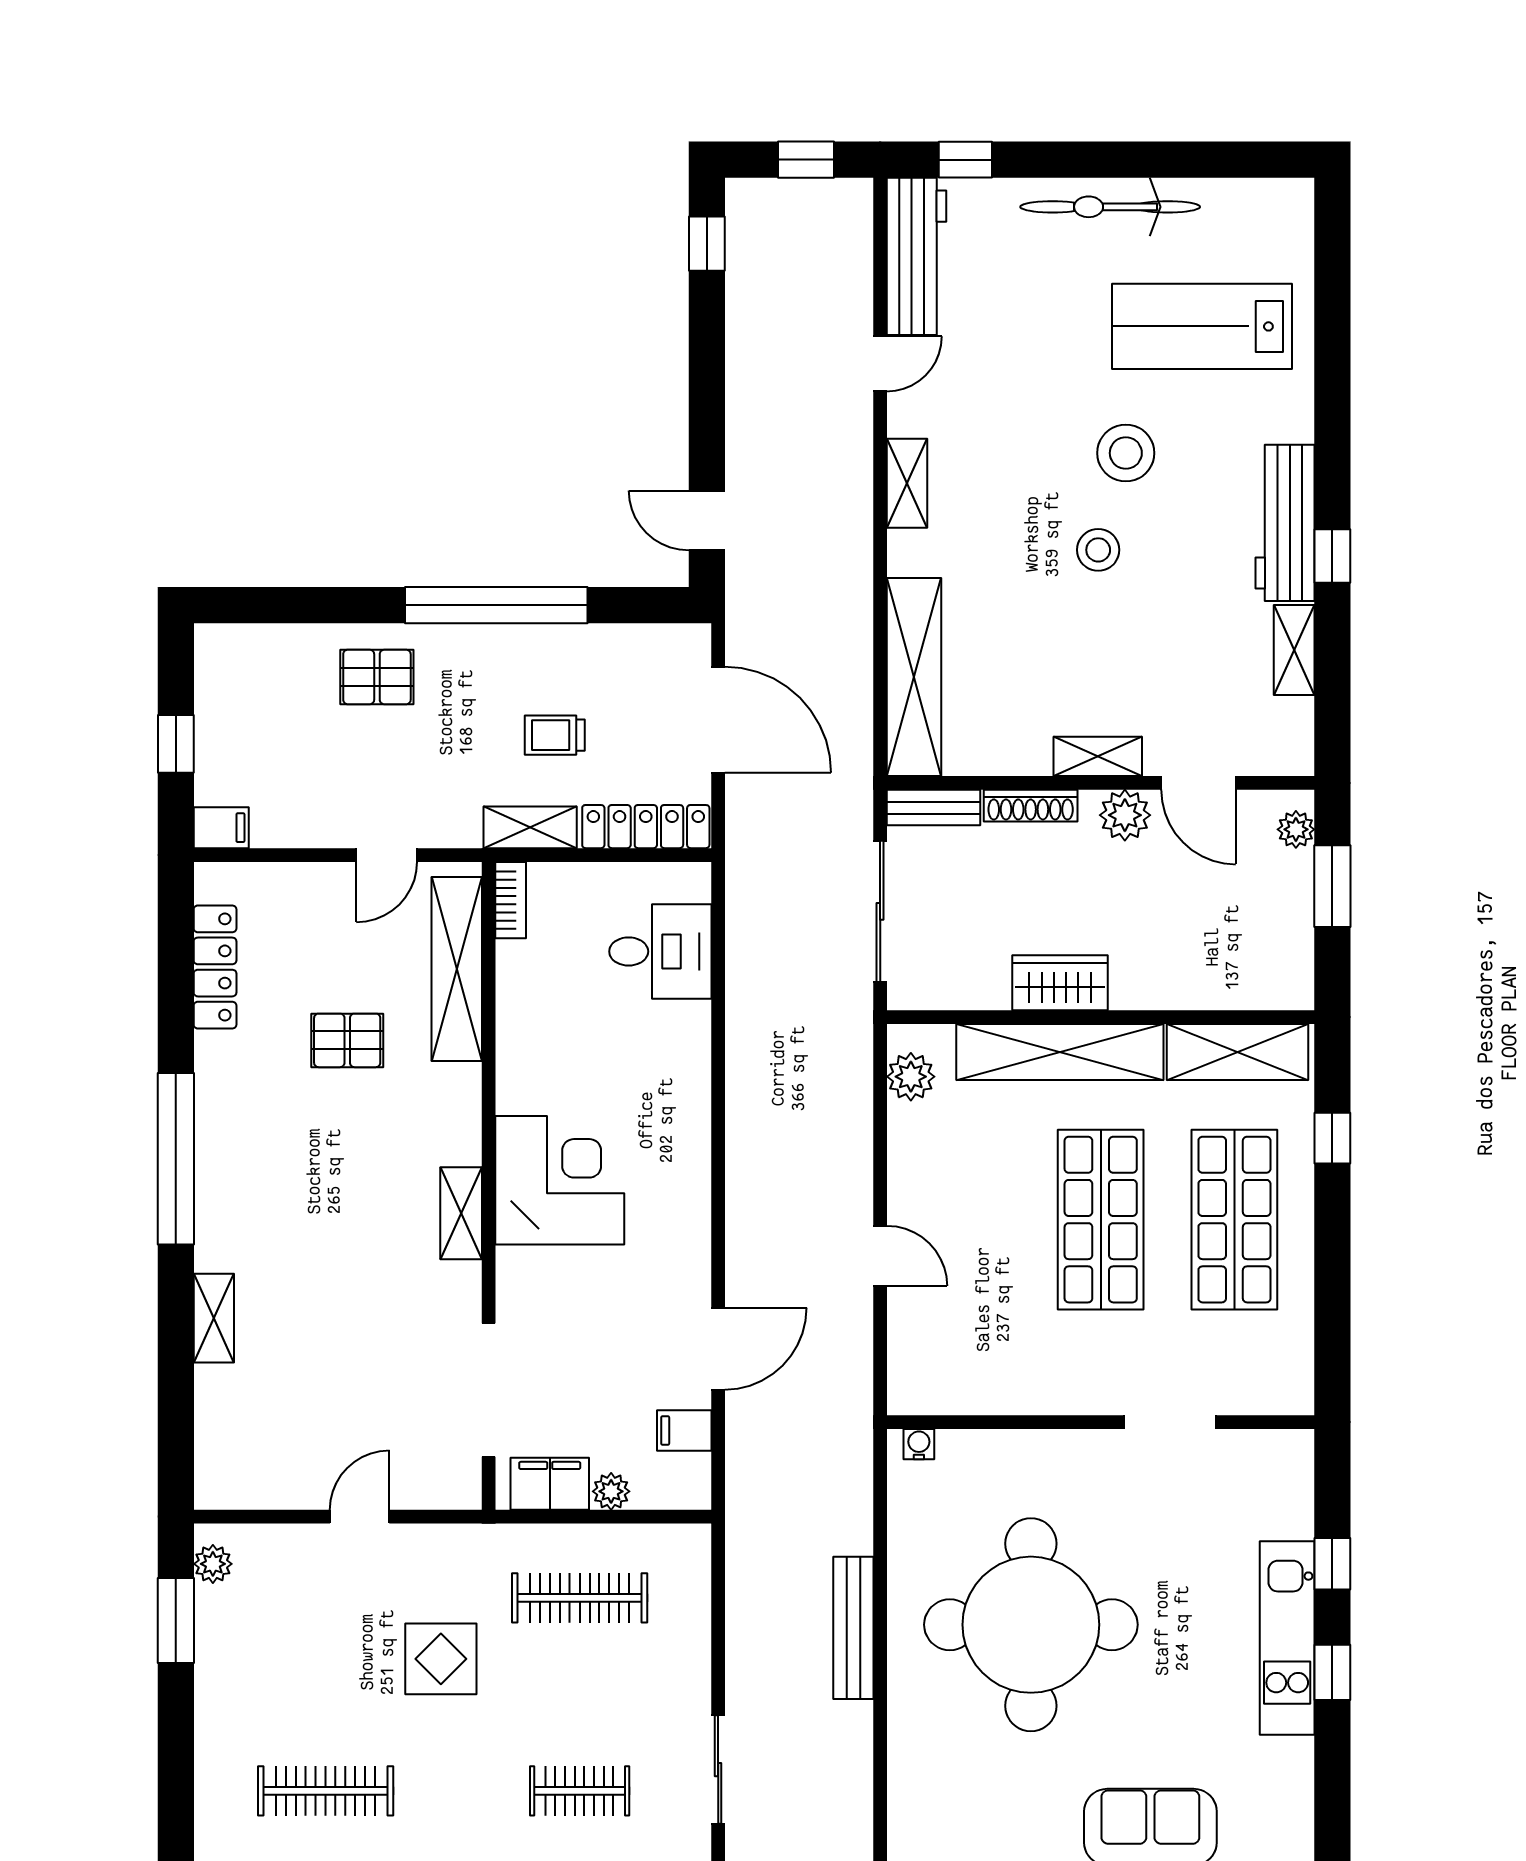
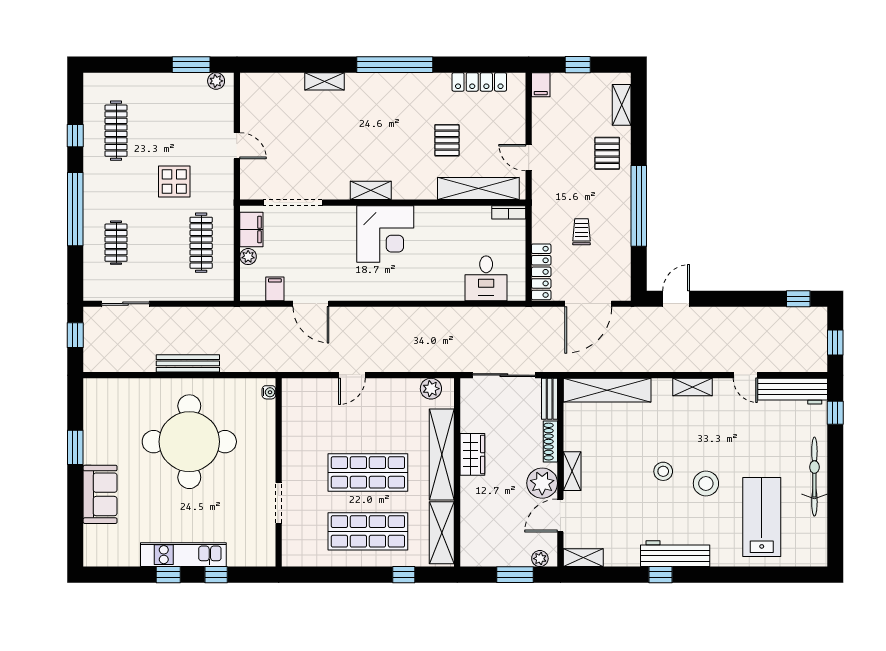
shelving: (1294, 650) -> (583, 558), moved
plant: (1125, 815) -> (542, 483), width x1.36, depth x1.36
shelving: (530, 827) -> (622, 105), moved

